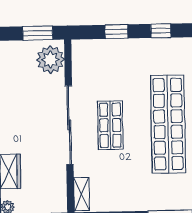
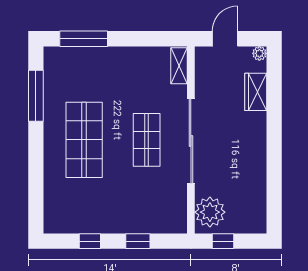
window: (38, 33) -> (223, 241), width x0.67
shop shelf: (168, 124) -> (84, 140), width x0.71

